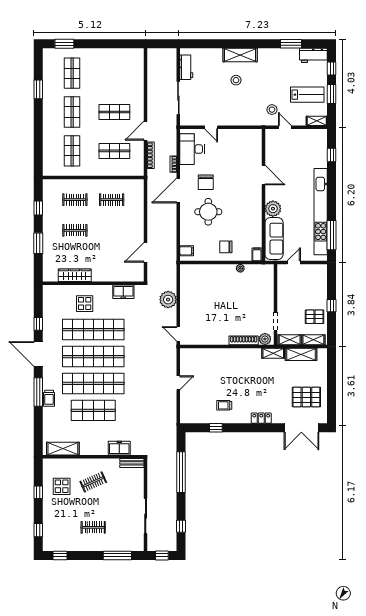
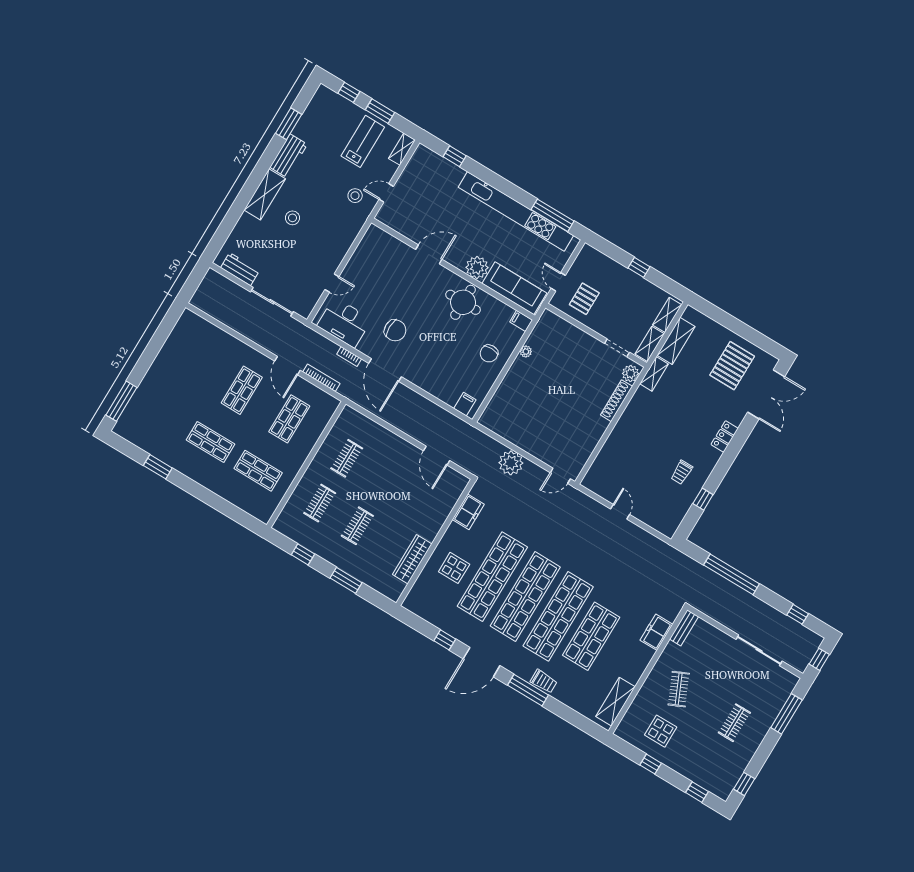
window: (64, 44) -> (121, 401), width x1.44
workbench: (313, 55) -> (289, 156), moved
shop shelf: (72, 73) -> (163, 413), removed
round table: (208, 212) -> (463, 302), moved
pallet: (314, 317) -> (584, 299), moved

